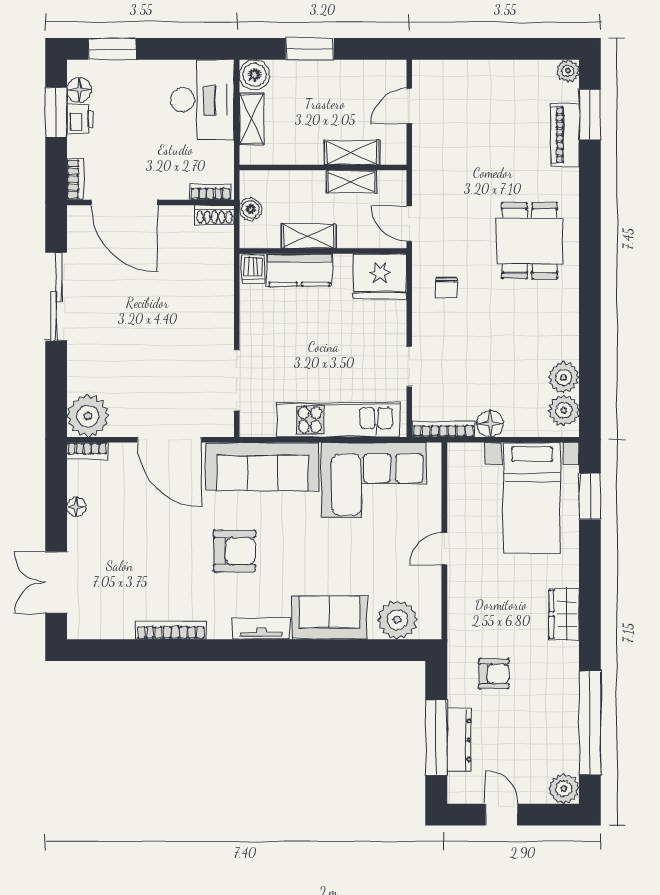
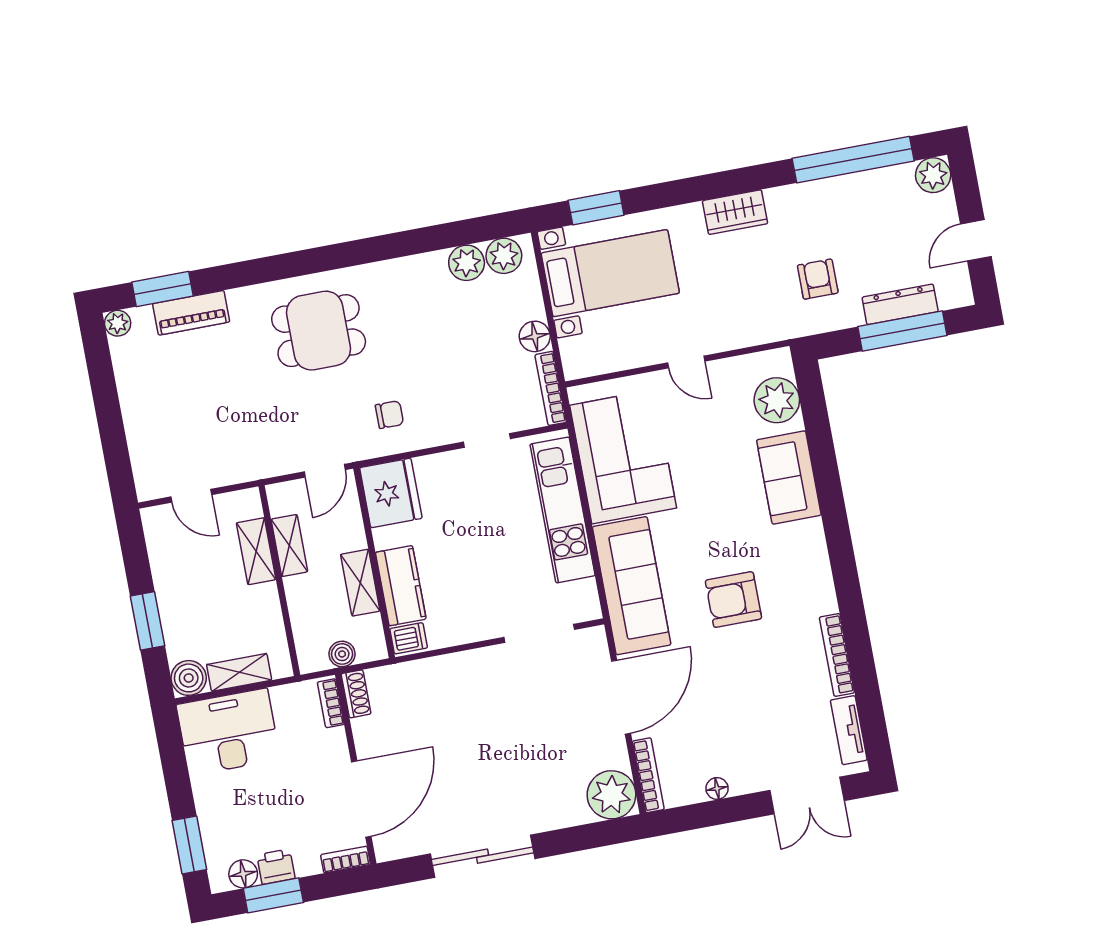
bookcase: (87, 451) -> (648, 775), width x1.56
armchair: (235, 551) -> (733, 600), turned -90
tv unit: (261, 628) -> (849, 730), moved

